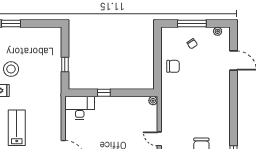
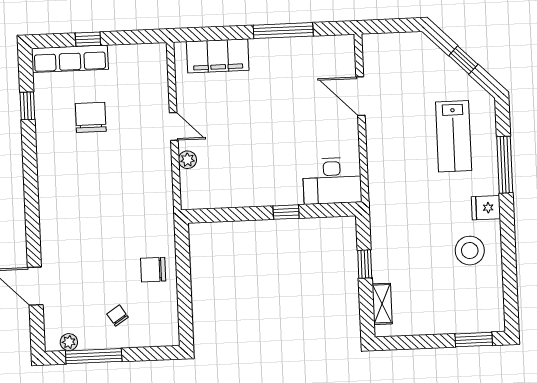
window: (192, 24) -> (94, 356), moved
shelving: (57, 44) -> (382, 304), added
plant: (153, 101) -> (187, 160), moved

